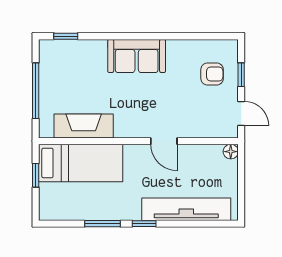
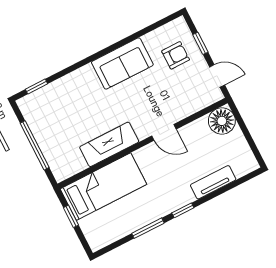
sofa: (137, 56) -> (122, 63), moved
fireplace: (84, 126) -> (109, 144), moved
floor lamp: (231, 152) -> (222, 121), width x1.89, depth x1.89
tv unit: (186, 209) -> (213, 182), width x0.52, depth x0.78

